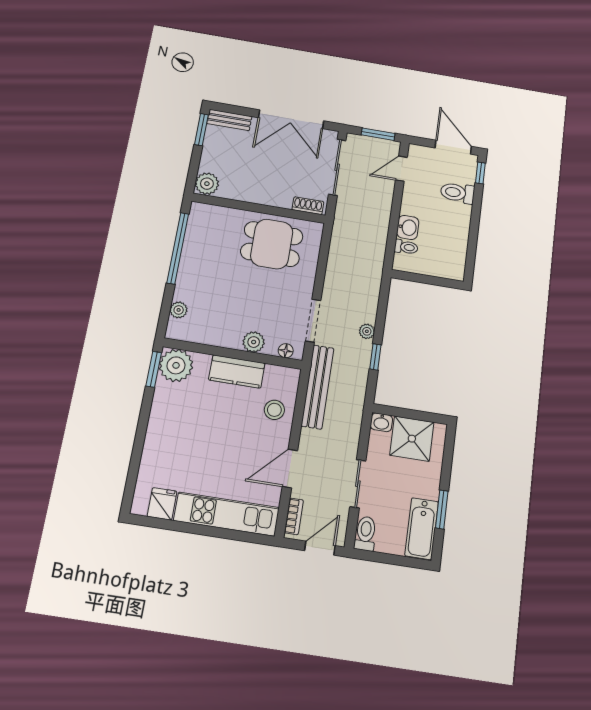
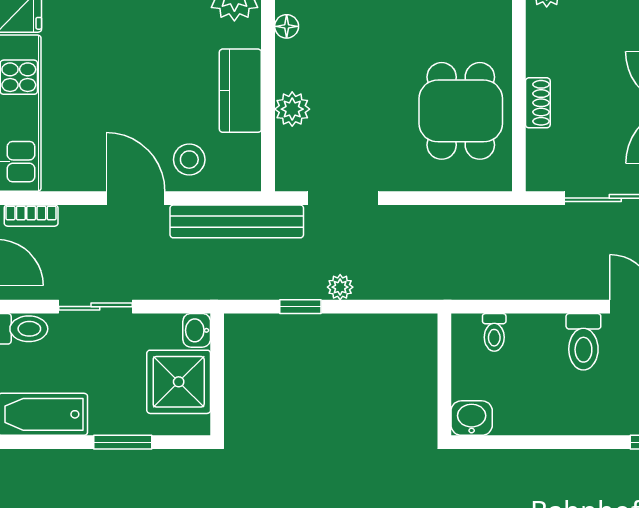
toilet: (457, 193) -> (583, 342), moved, turned 180
shoe rack: (308, 206) -> (538, 103), moved
washbasin: (408, 227) -> (472, 418), moved, turned 180
floor lamp: (286, 351) -> (287, 26), moved
door: (290, 469) -> (136, 198), moved
window: (442, 510) -> (123, 442), moved

